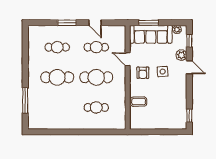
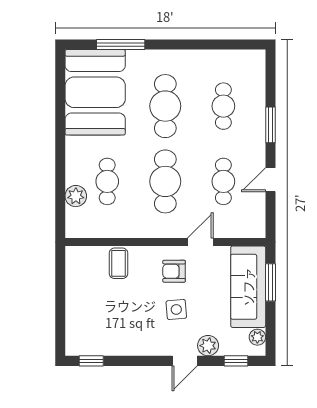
booth: (50, 114) -> (95, 92), added
plant: (104, 124) -> (76, 196), added

